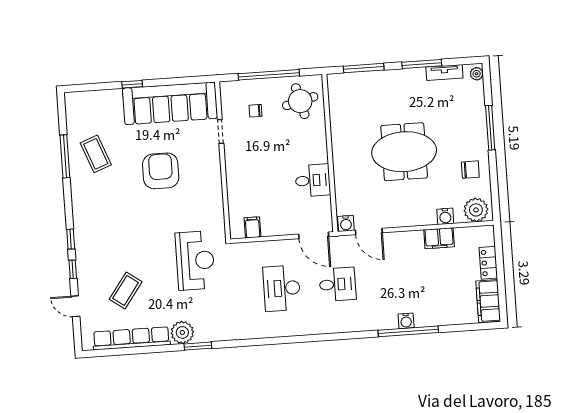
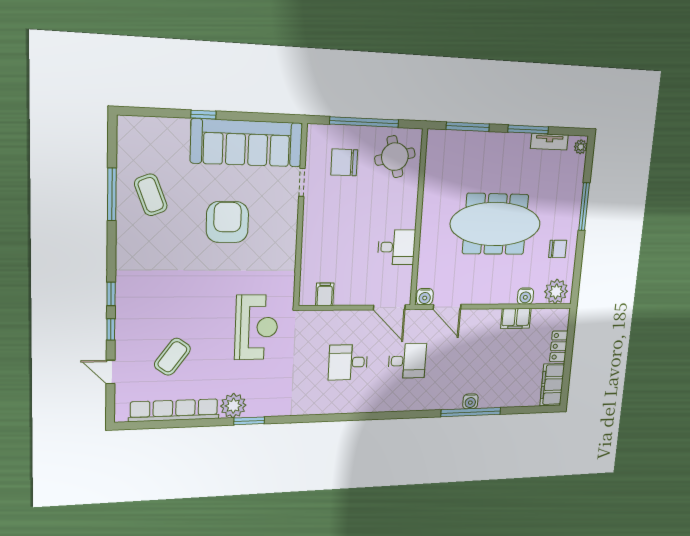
chair: (256, 111) -> (344, 162), width x1.87, depth x1.87
meeting table: (404, 152) -> (495, 224), width x1.36
desk: (282, 288) -> (348, 362), width x0.73

